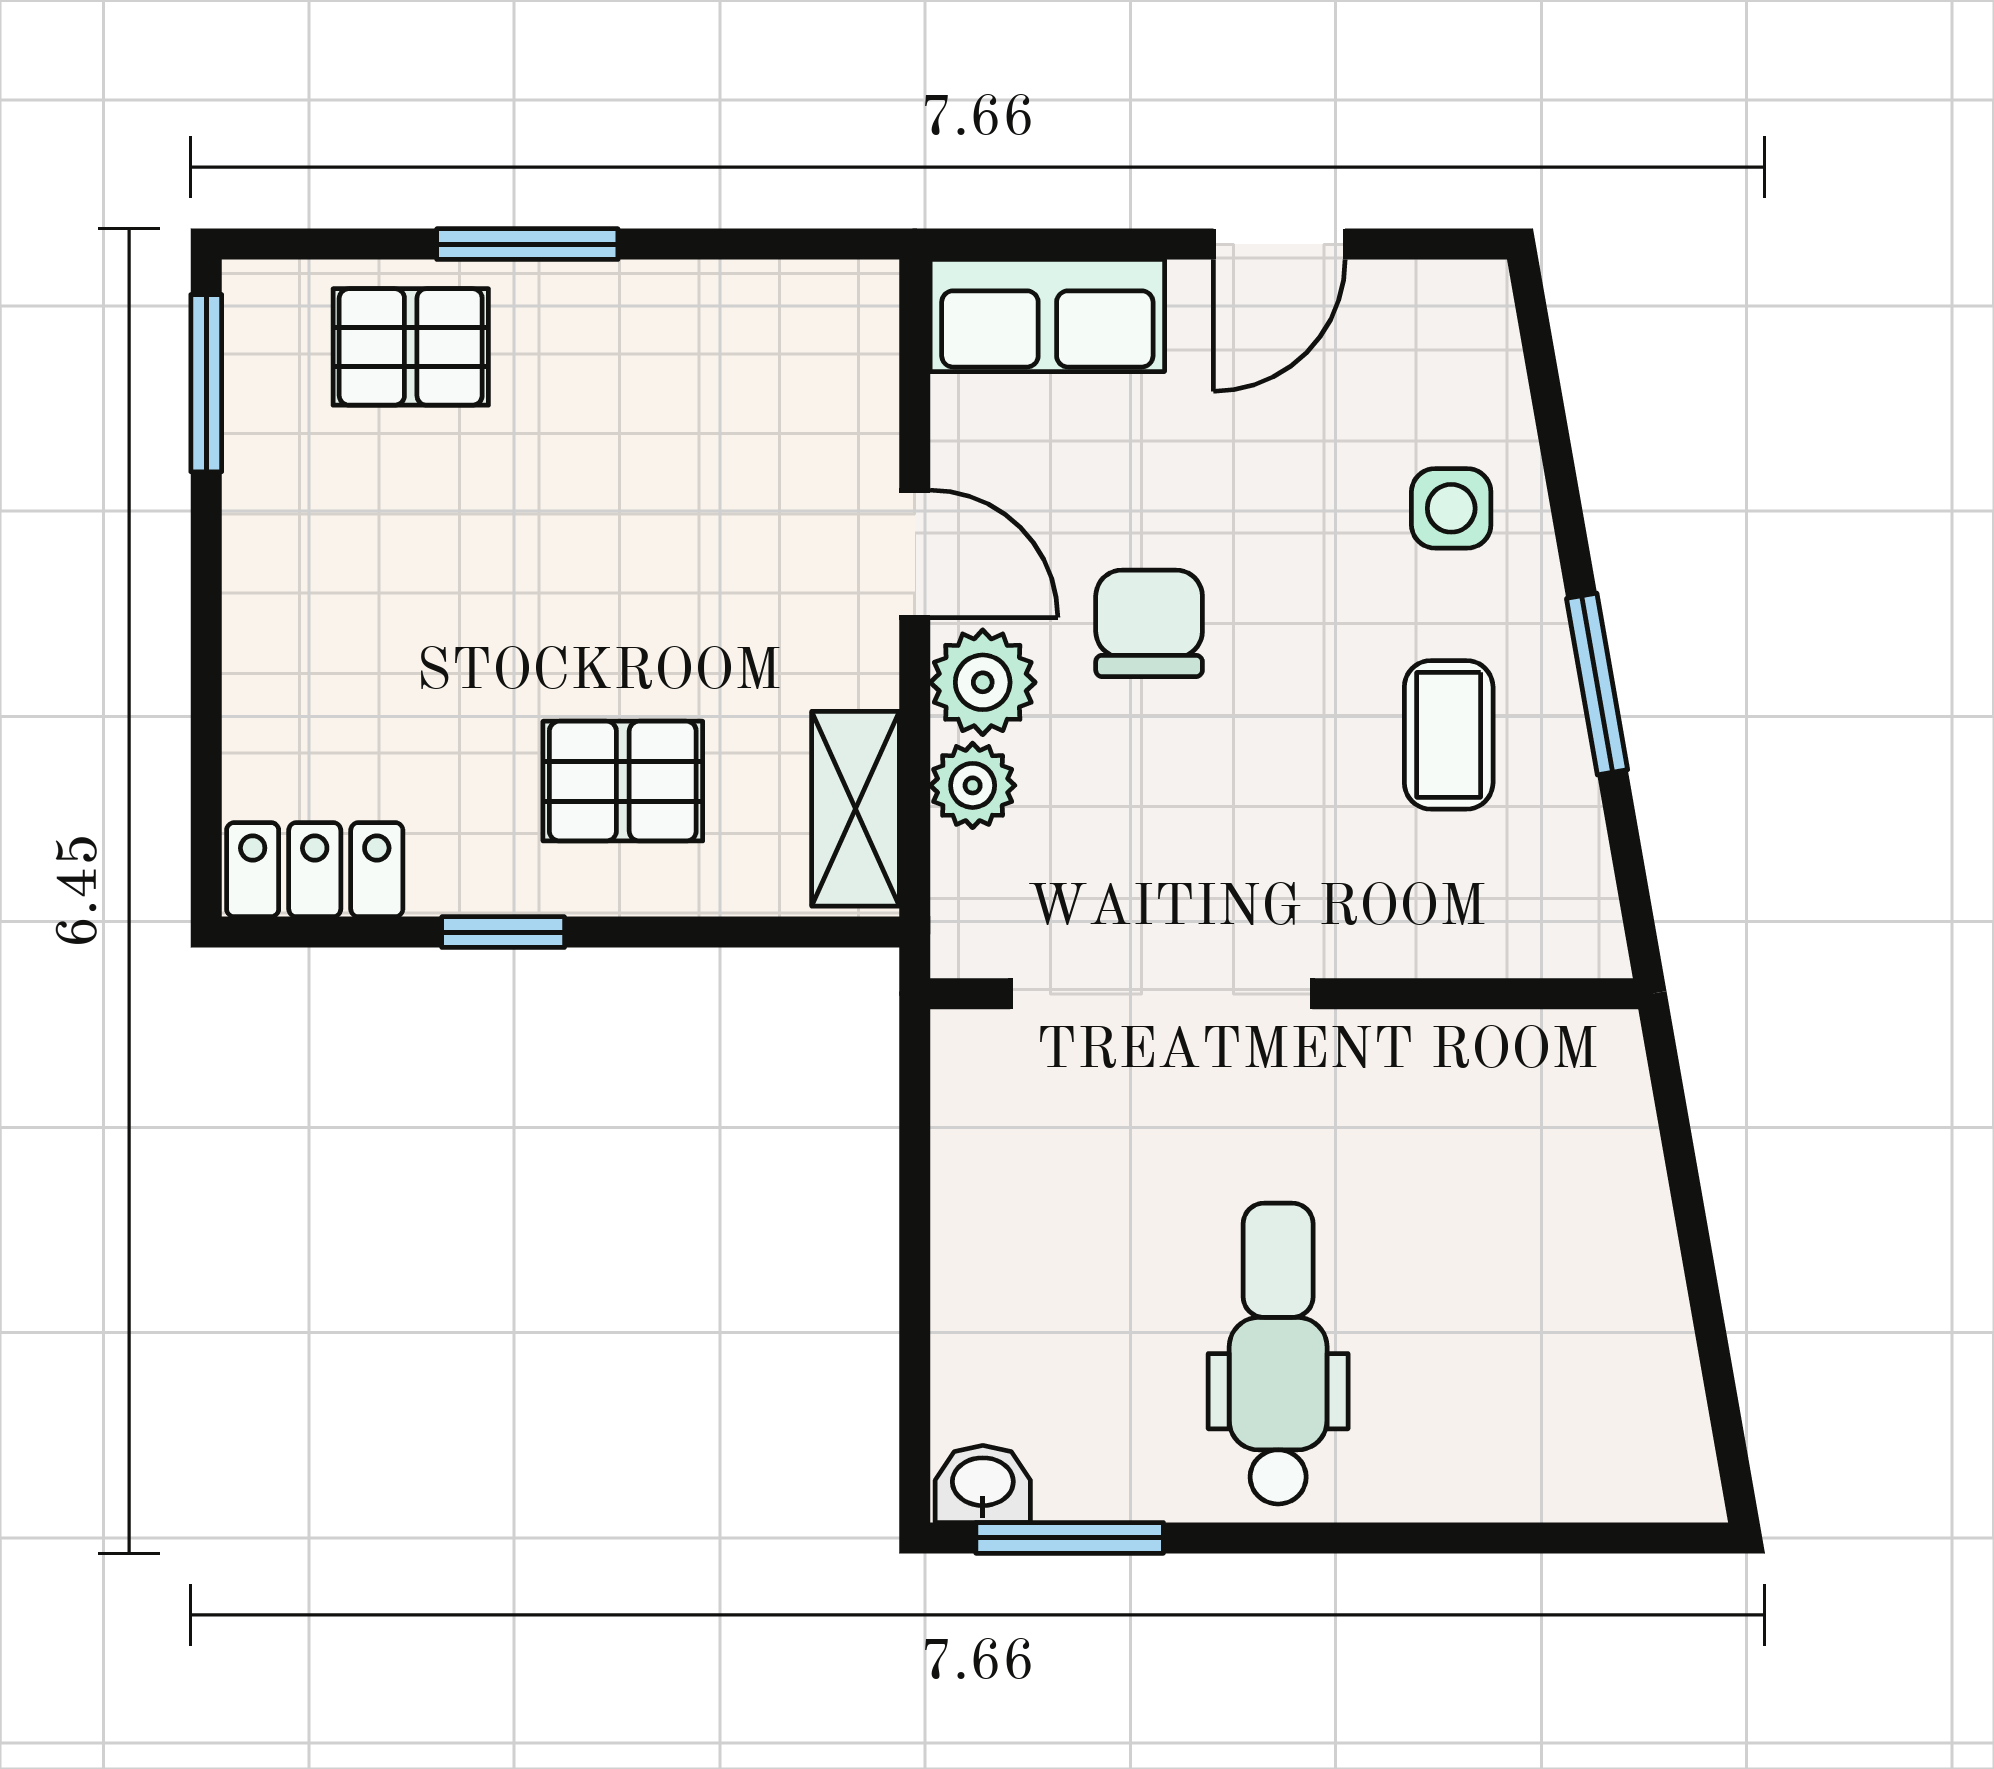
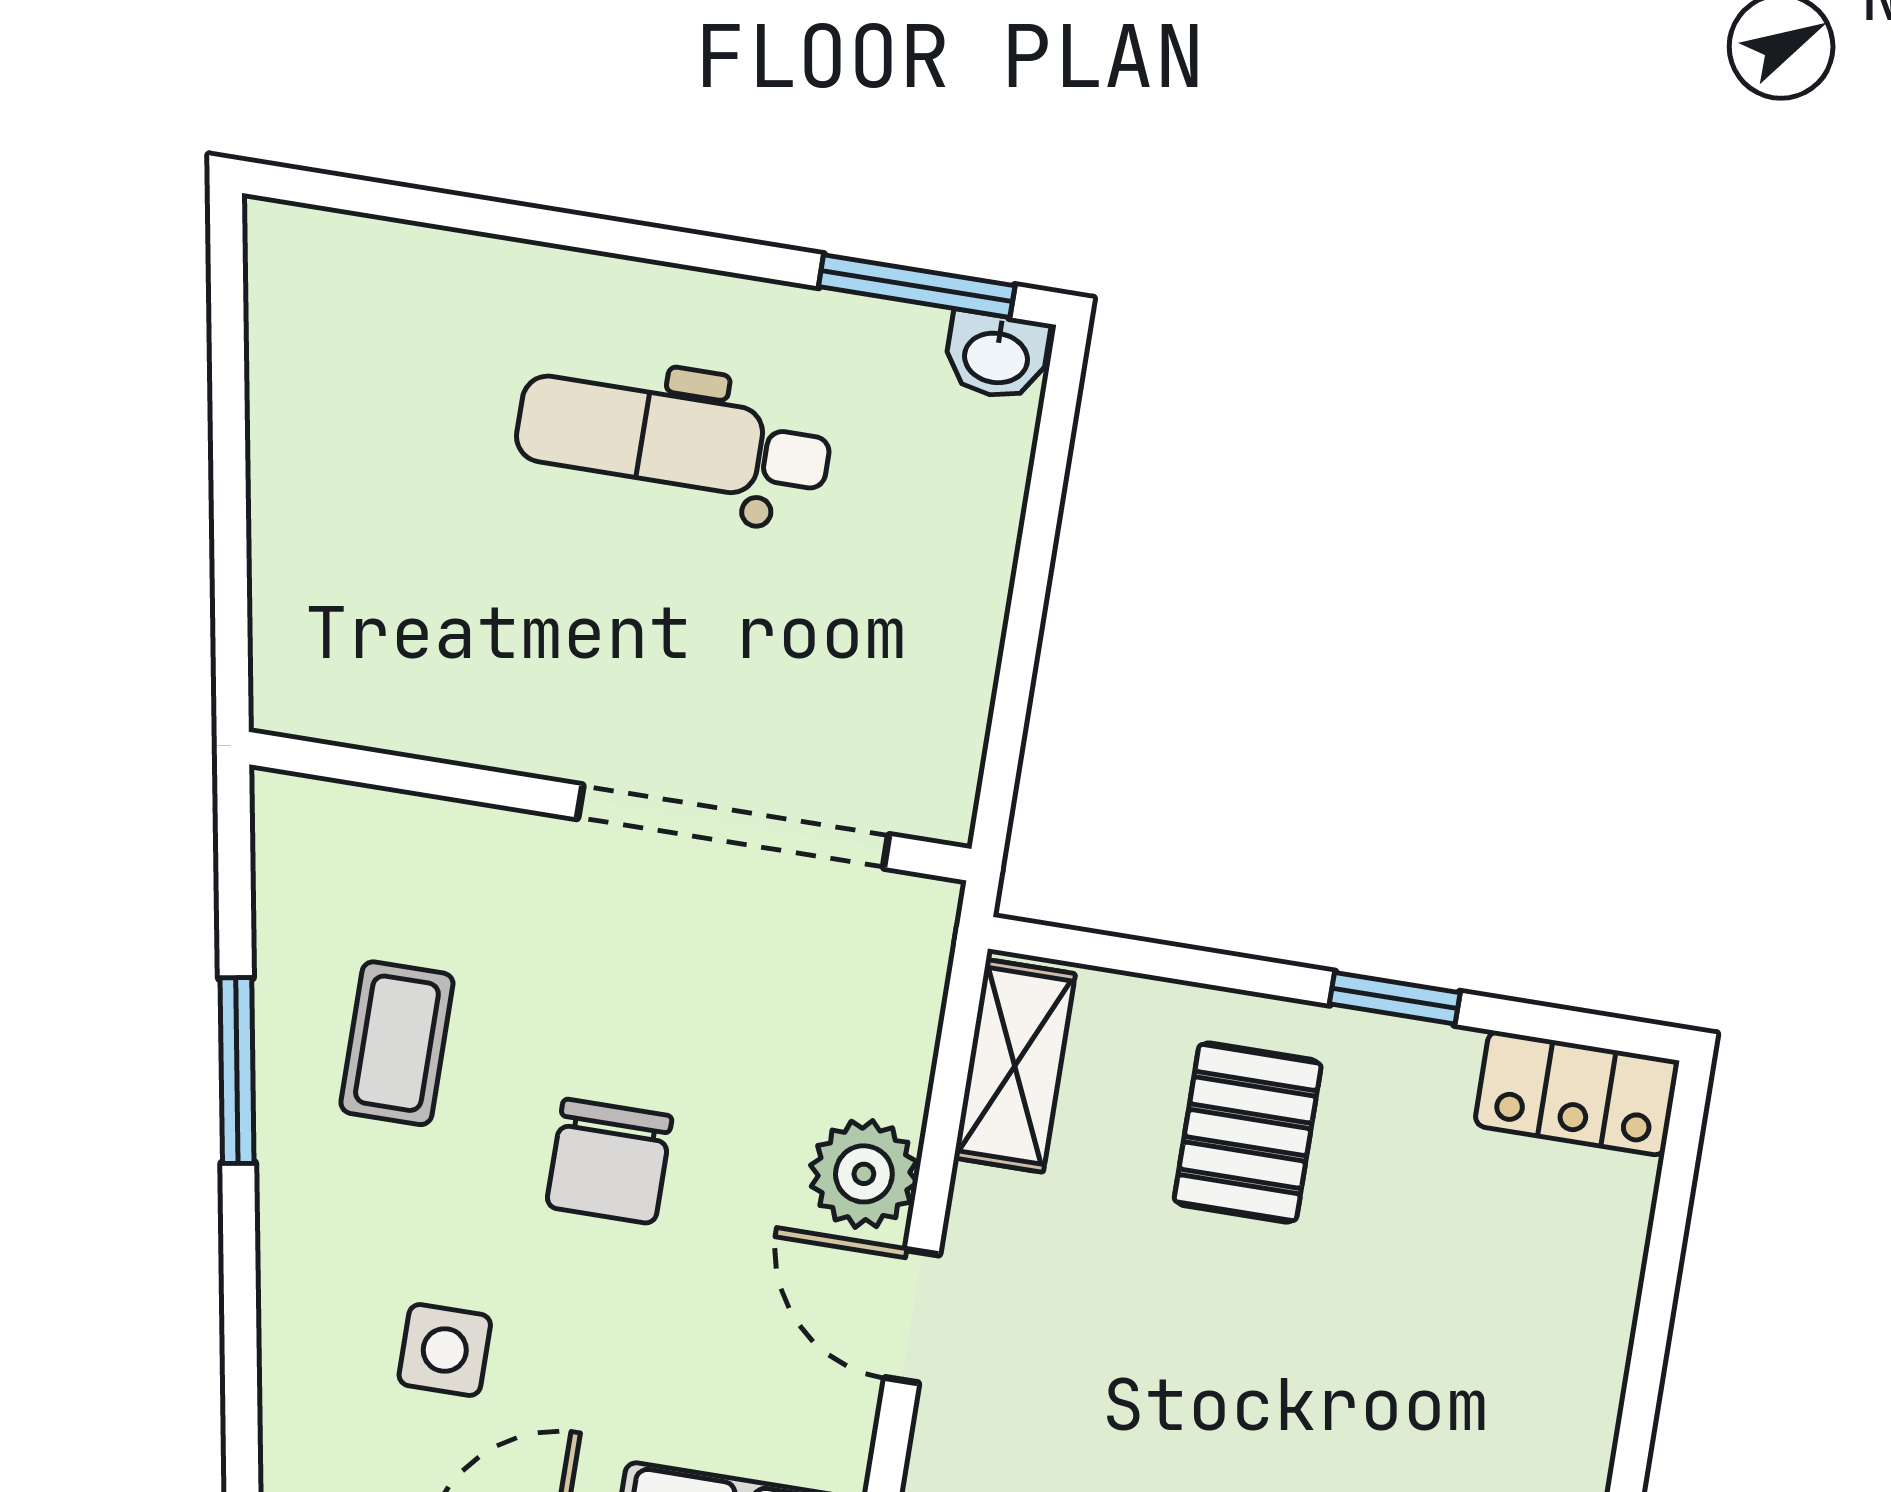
side table: (1451, 508) -> (445, 1350), moved
chair: (1149, 623) -> (609, 1162), moved
pallet: (623, 781) -> (1248, 1133), turned 90
plant: (973, 785) -> (891, 1070), removed
dental chair: (1278, 1354) -> (673, 440), turned 90

